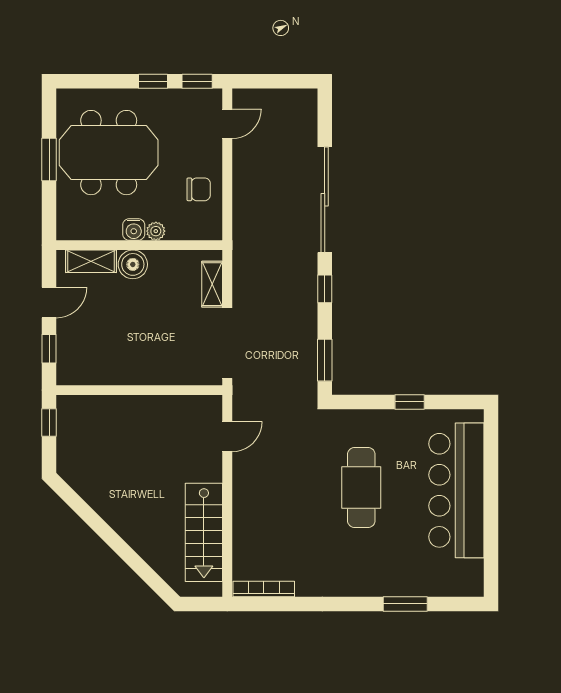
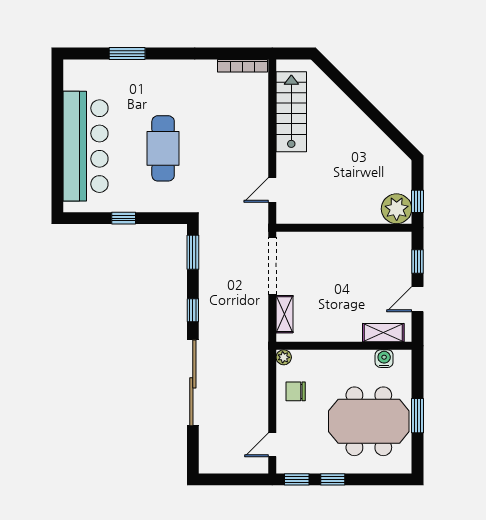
water cooler: (134, 229) -> (384, 359), moved
plant: (156, 231) -> (284, 357), moved
boiler: (133, 264) -> (349, 330), removed
plant: (75, 413) -> (397, 209), added

